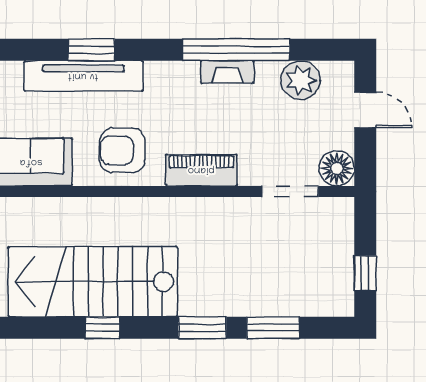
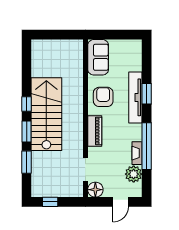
window: (91, 50) -> (147, 94), moved
fireplace: (227, 72) -> (137, 153), moved
tv unit: (83, 76) -> (135, 97), moved
stairs: (93, 282) -> (46, 114), moved
window: (102, 328) -> (27, 104), moved

